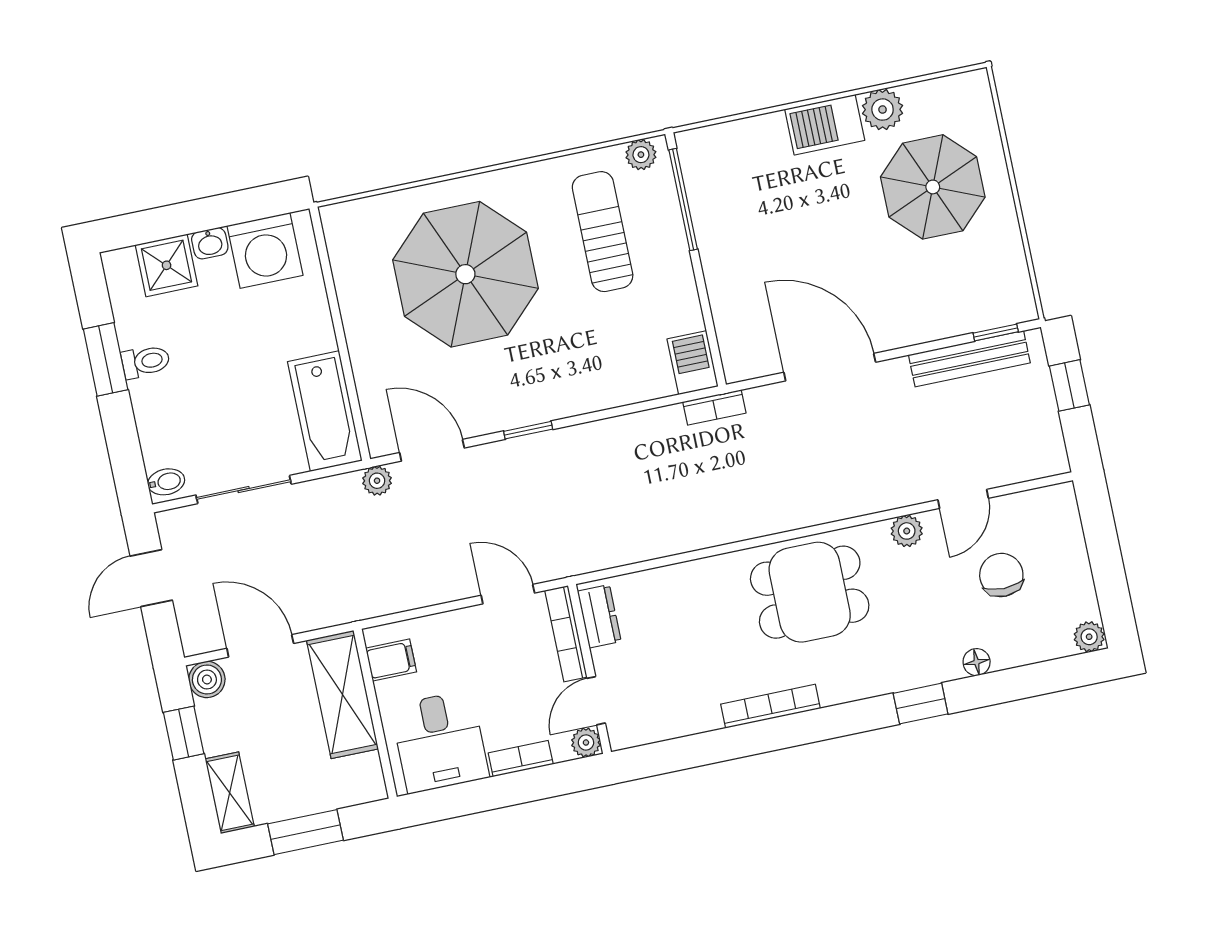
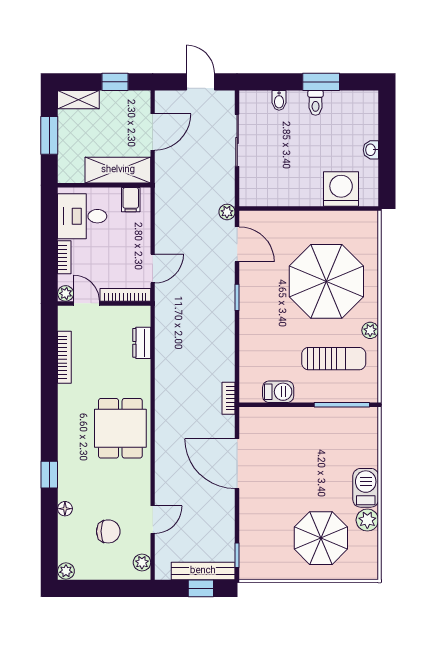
plant: (641, 155) -> (370, 330), moved
washing machine: (265, 250) -> (341, 189), moved, turned 90
shower: (167, 265) -> (364, 124), removed
bench: (969, 359) -> (203, 571), moved, turned 90
barbecue: (693, 363) -> (278, 392), moved
door: (830, 367) -> (237, 464), swing flipped
bathtub: (325, 411) -> (270, 192), removed
door: (432, 450) -> (237, 244), hinge flipped
bidet: (166, 482) -> (279, 100), moved
door: (963, 499) -> (153, 520), swing flipped
plant: (907, 531) -> (142, 563), moved
dresser: (599, 616) -> (142, 343), moved, turned 90
boiler: (207, 679) -> (141, 100), removed
bookcase: (771, 706) -> (64, 357), moved

